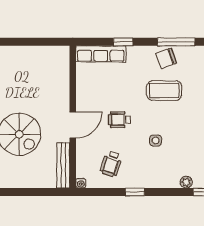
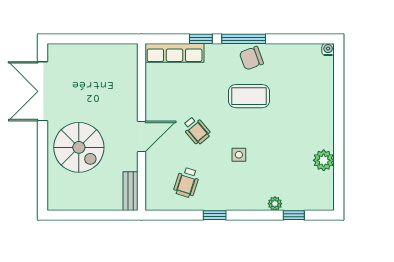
window: (176, 42) -> (244, 39), moved
wheelchair: (119, 120) -> (196, 130), turned -130
bench: (63, 165) -> (130, 191), width x0.73
water cooler: (81, 183) -> (151, 205), removed

